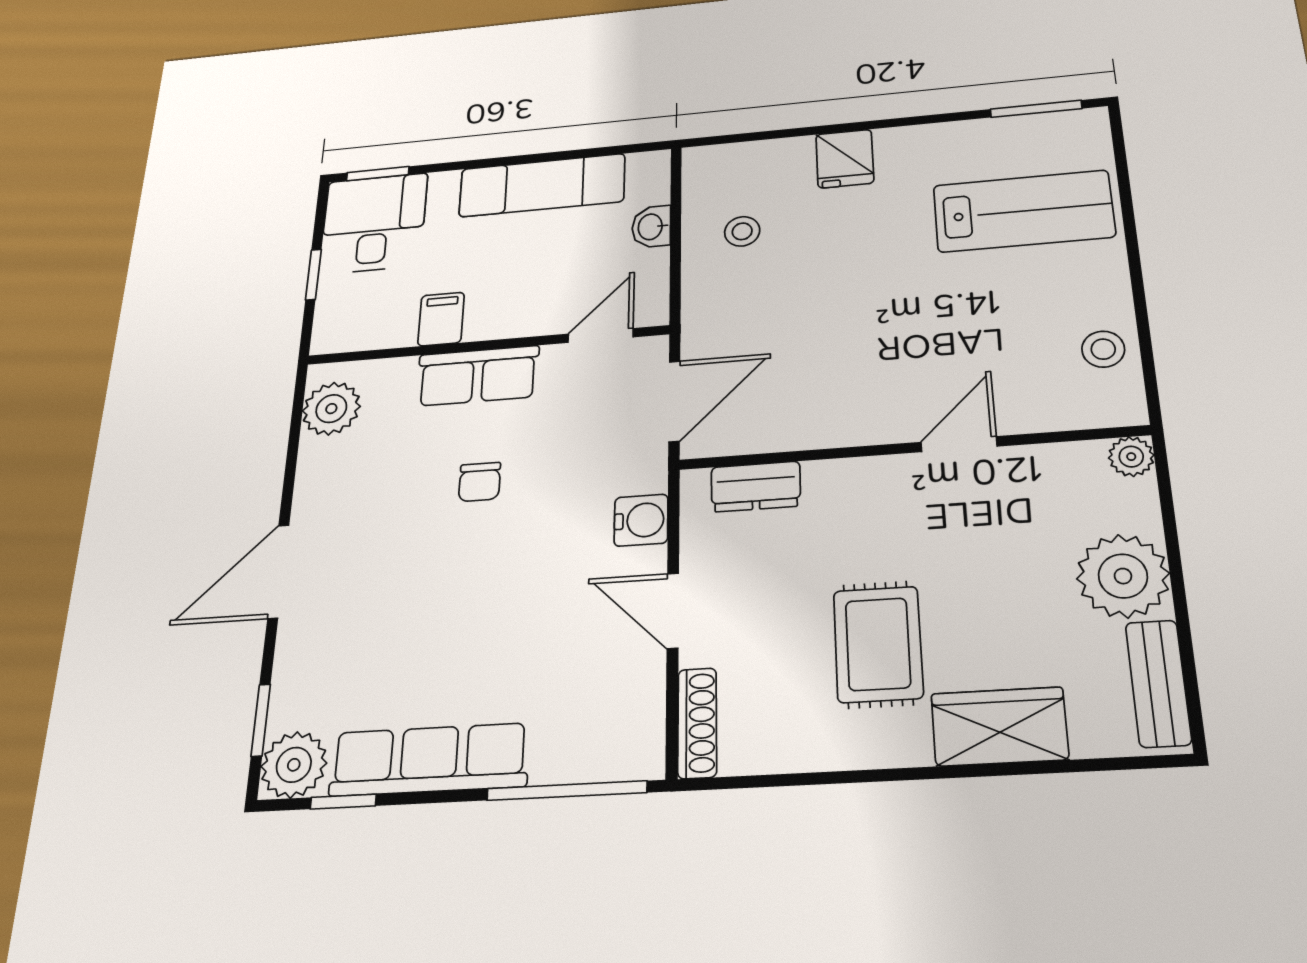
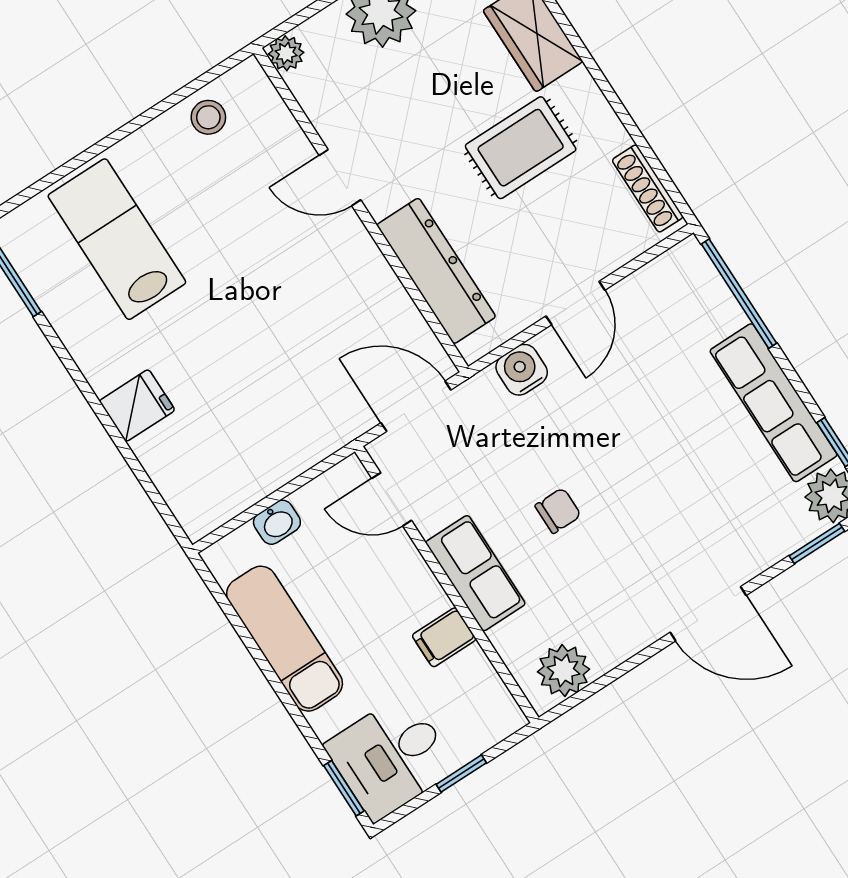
stool: (742, 231) -> (244, 447), removed
dresser: (756, 487) -> (436, 271), width x1.96, depth x1.24
shoe rack: (697, 723) -> (648, 188), moved, turned -90

